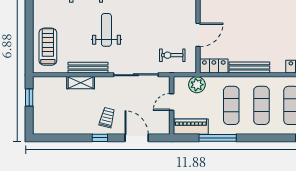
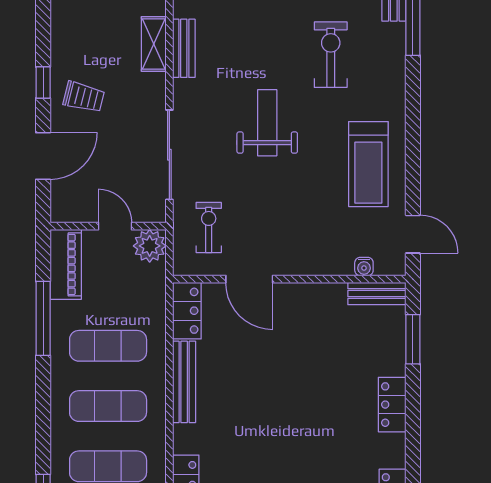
weight bench: (106, 30) -> (267, 123), moved, turned -90
bench: (88, 68) -> (184, 48), width x0.73
plant: (197, 85) -> (150, 246), moved

